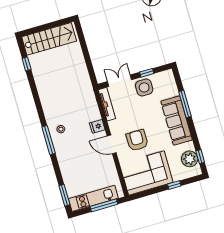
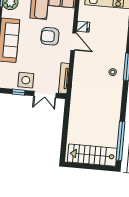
window: (27, 64) -> (121, 141), width x3.17
fridge: (97, 126) -> (83, 27), moved
armchair: (137, 140) -> (50, 36), turned 90

